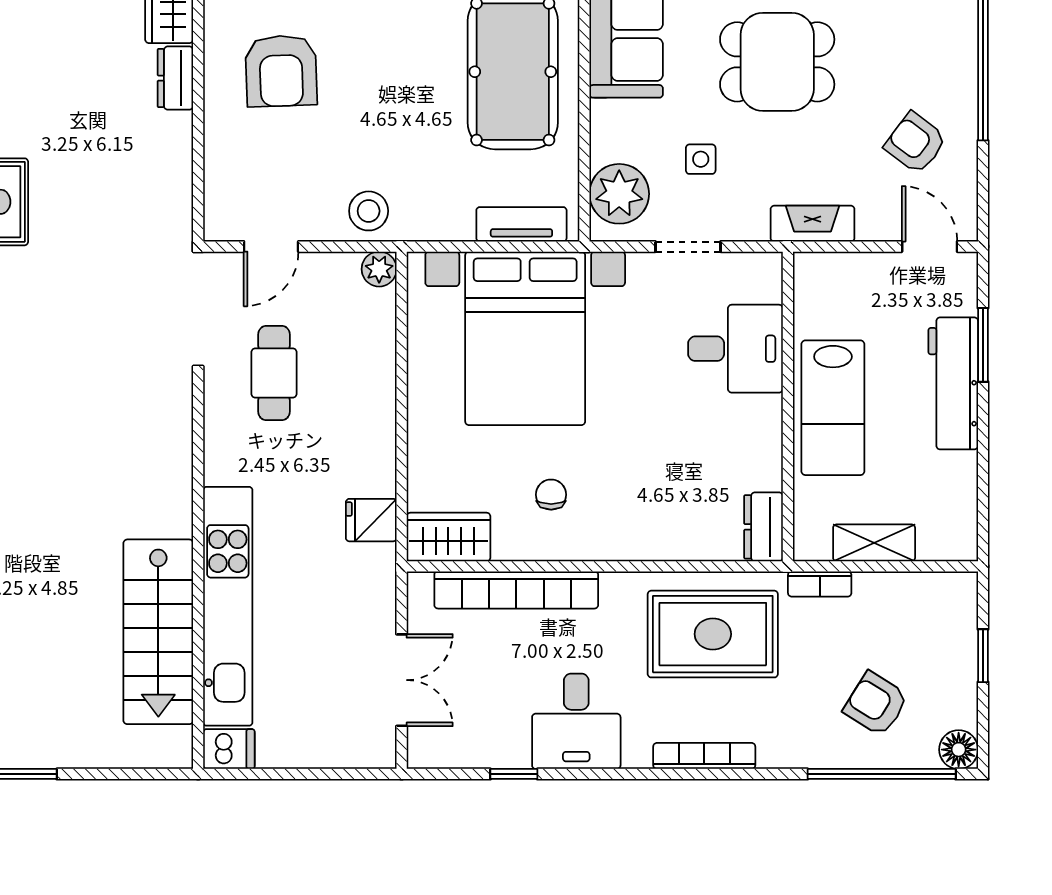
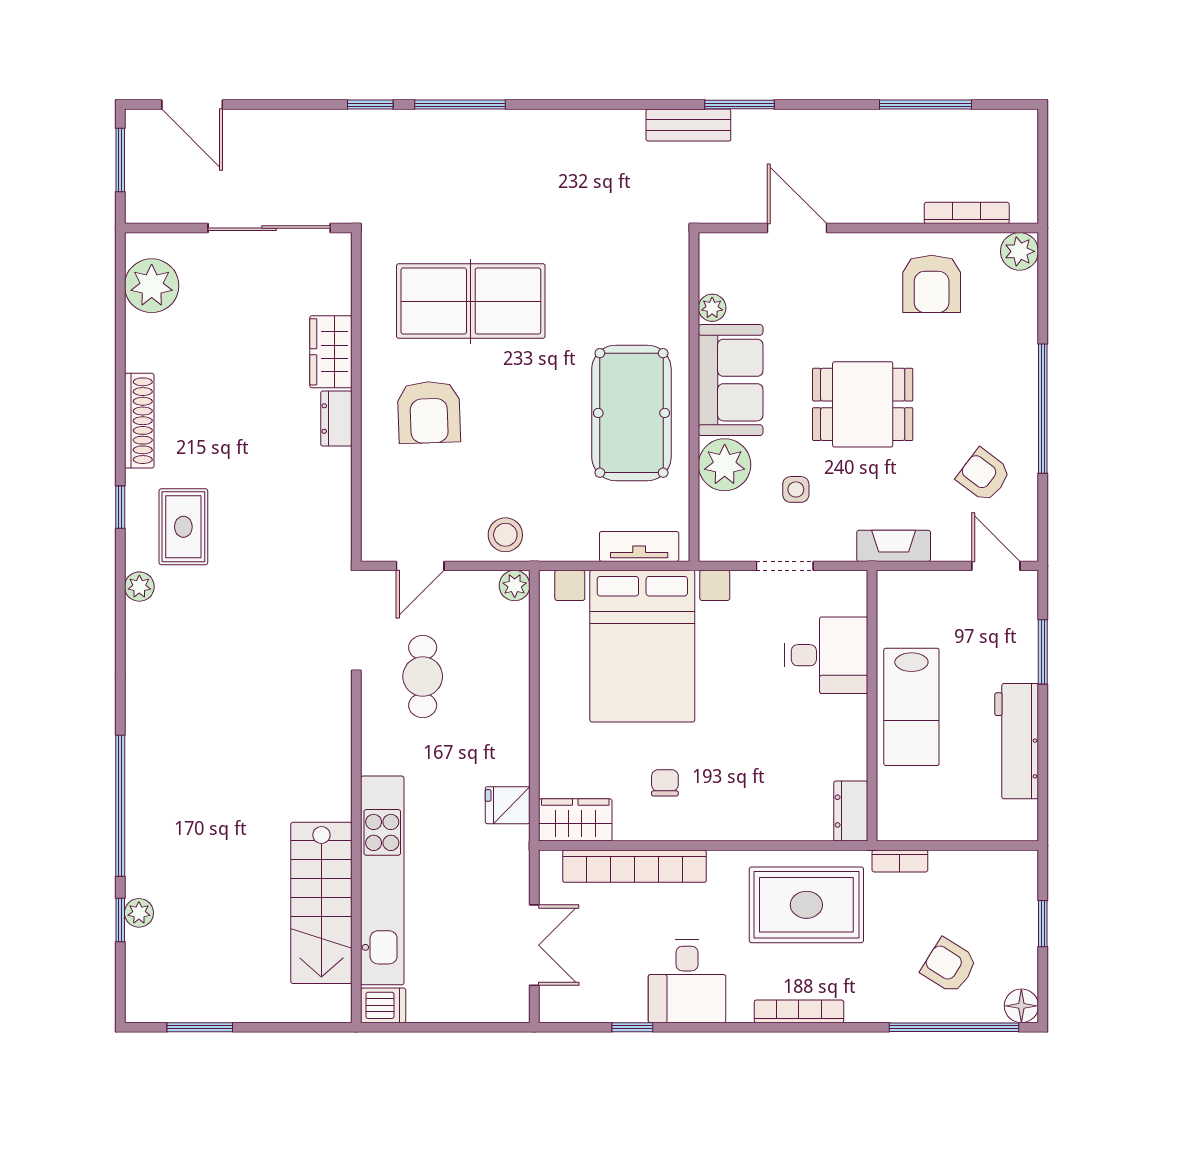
plant: (619, 194) -> (725, 465), moved
workbench: (953, 383) -> (1017, 741), moved
shelving: (874, 543) -> (947, 825), removed

